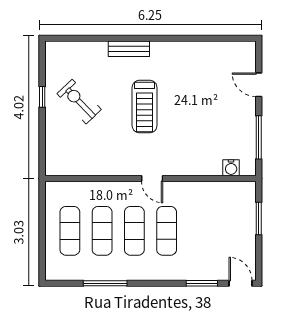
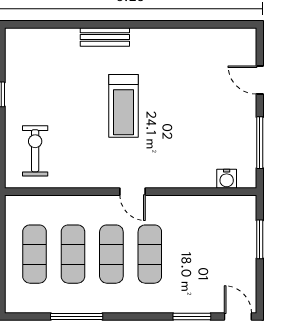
exercise bike: (79, 102) -> (35, 151), moved, turned 44

